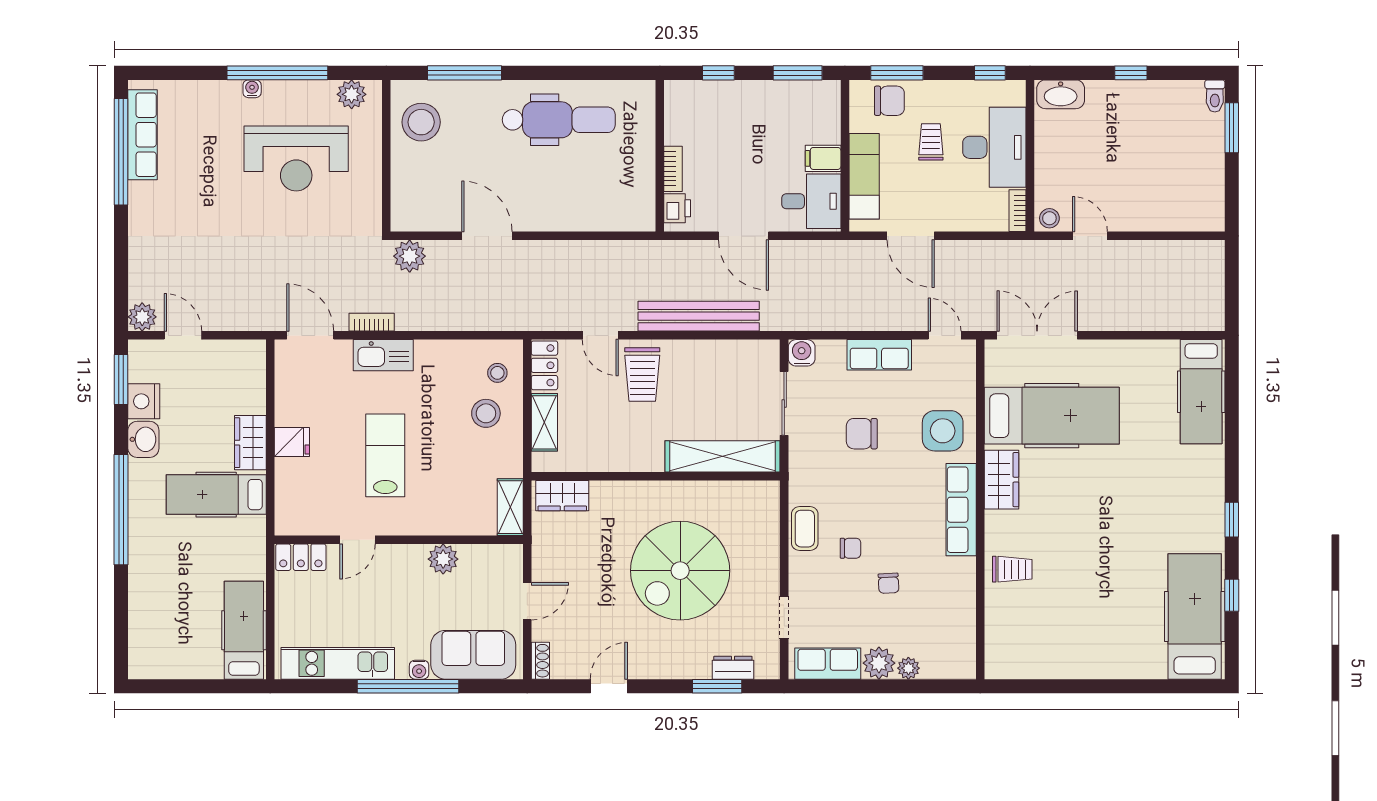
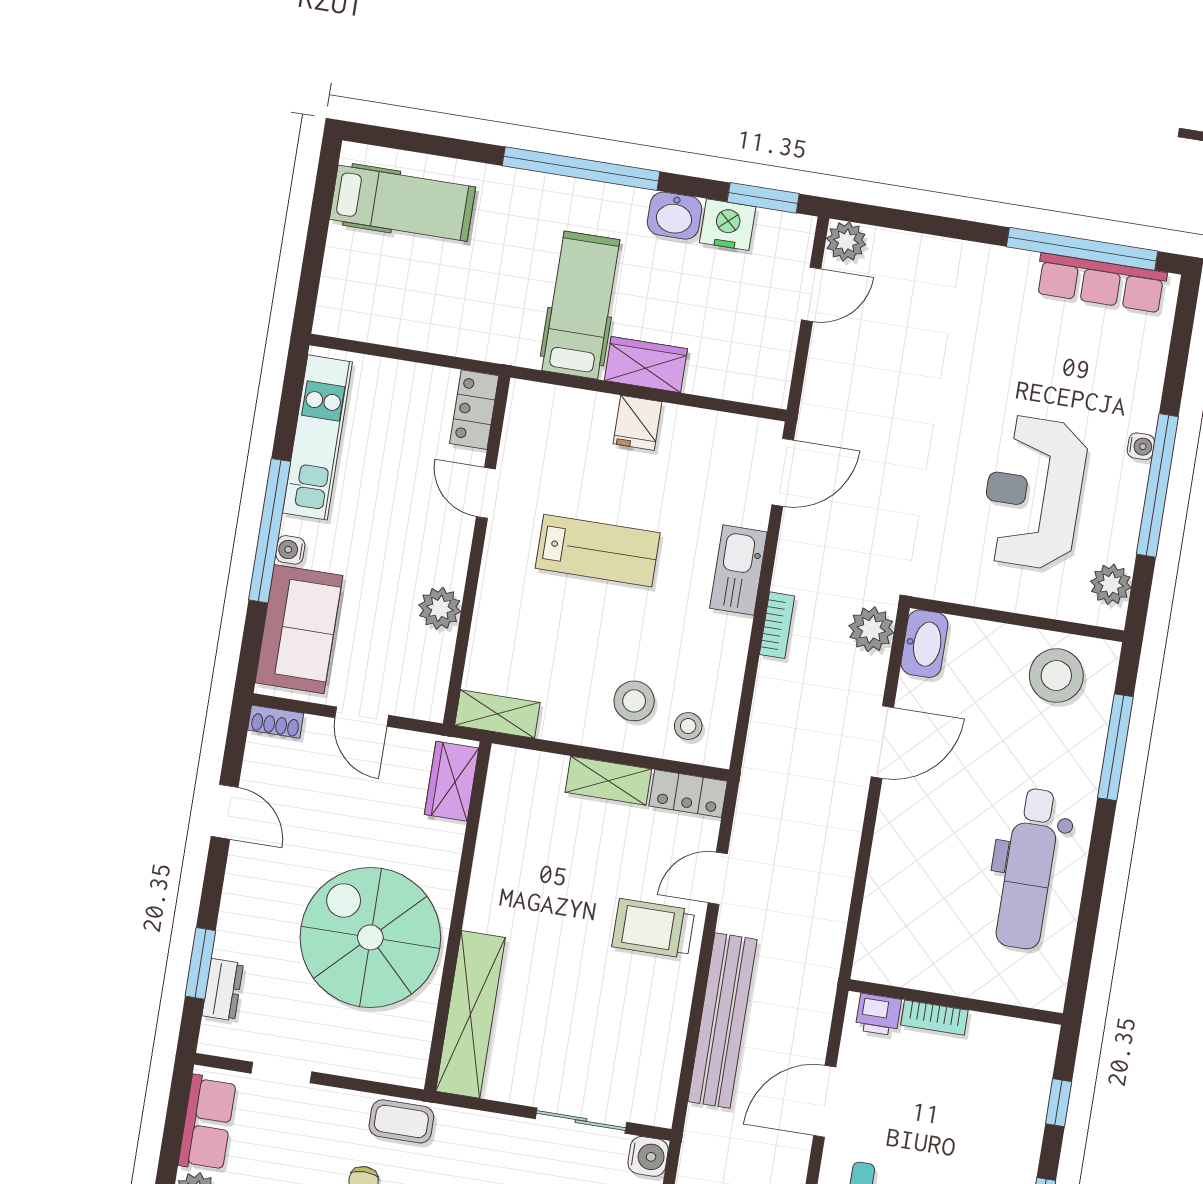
washbasin: (414, 218) -> (924, 644), added
bookcase: (372, 322) -> (777, 625), moved
shelving: (722, 456) -> (471, 1014), moved
wall: (656, 476) -> (458, 916), moved
wardrobe: (562, 496) -> (452, 781), moved
hospital bed: (244, 630) -> (403, 203), moved

